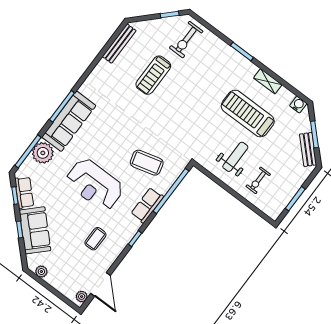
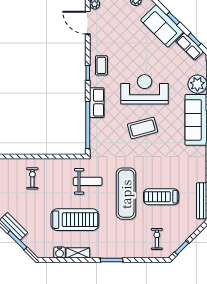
exercise bike: (186, 40) -> (157, 239), width x0.73, depth x0.72
treadmill: (153, 75) -> (161, 197), turned -90
exercise mat: (183, 102) -> (126, 194), added
water cooler: (298, 105) -> (60, 253), moved
weight bench: (235, 157) -> (88, 181), moved, turned -90
coffee table: (147, 163) -> (143, 128), moved
coffee table: (95, 239) -> (101, 65), moved

